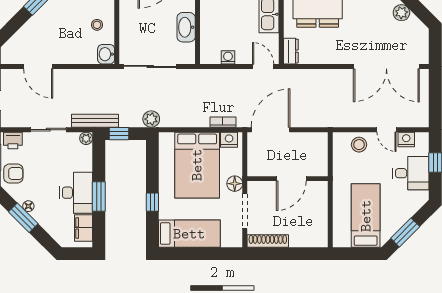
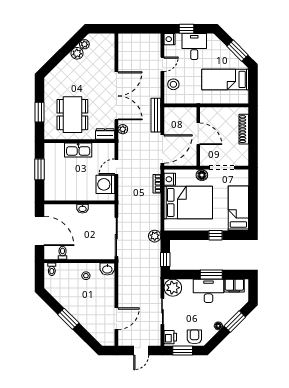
plant: (414, 23) -> (84, 44), added
washbasin: (186, 27) -> (83, 209), width x0.52, depth x0.69
washing machine: (228, 57) -> (105, 184), width x1.89, depth x1.89
door: (263, 66) -> (116, 167), moved
double door: (386, 66) -> (116, 96), moved
plant: (298, 75) -> (123, 129), added
bench: (95, 121) -> (156, 115), moved
door: (271, 130) -> (162, 149), swing flipped
plant: (86, 138) -> (173, 288), width x1.88, depth x1.88
nightstand: (406, 139) -> (170, 39), moved
window: (23, 218) -> (235, 322), moved
shoe rack: (268, 241) -> (244, 129), moved

